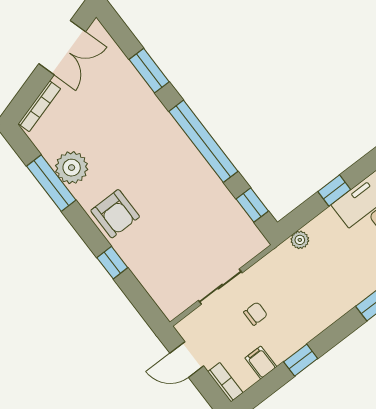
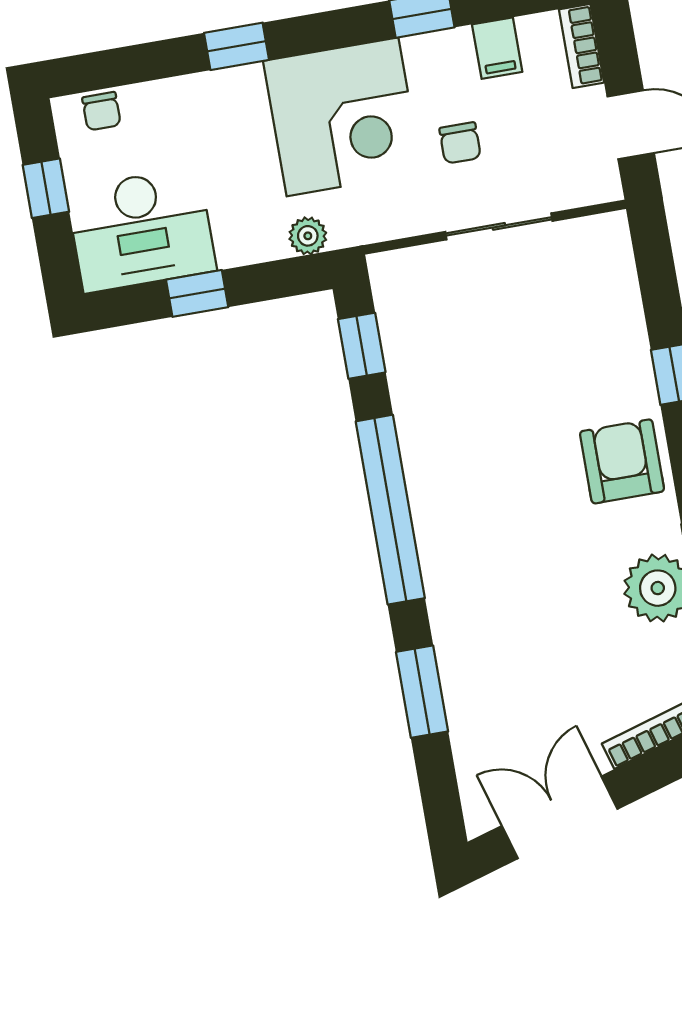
corner desk: (312, 298) -> (342, 117), added
chair: (256, 314) -> (460, 143), turned -90

